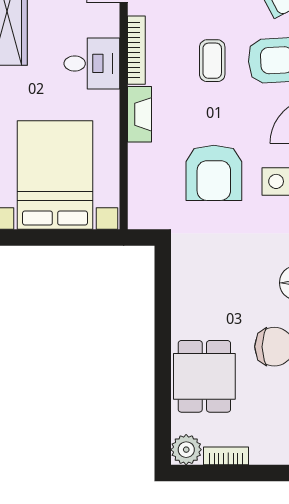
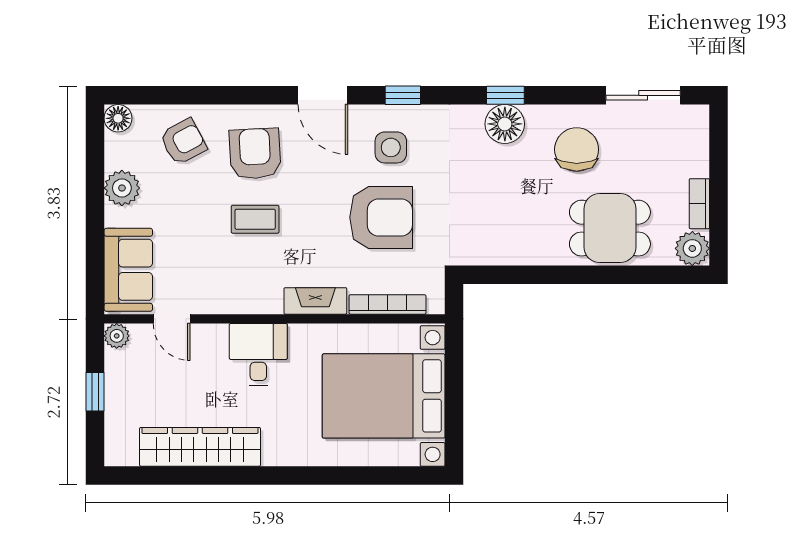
bookcase: (136, 50) -> (387, 304), moved

